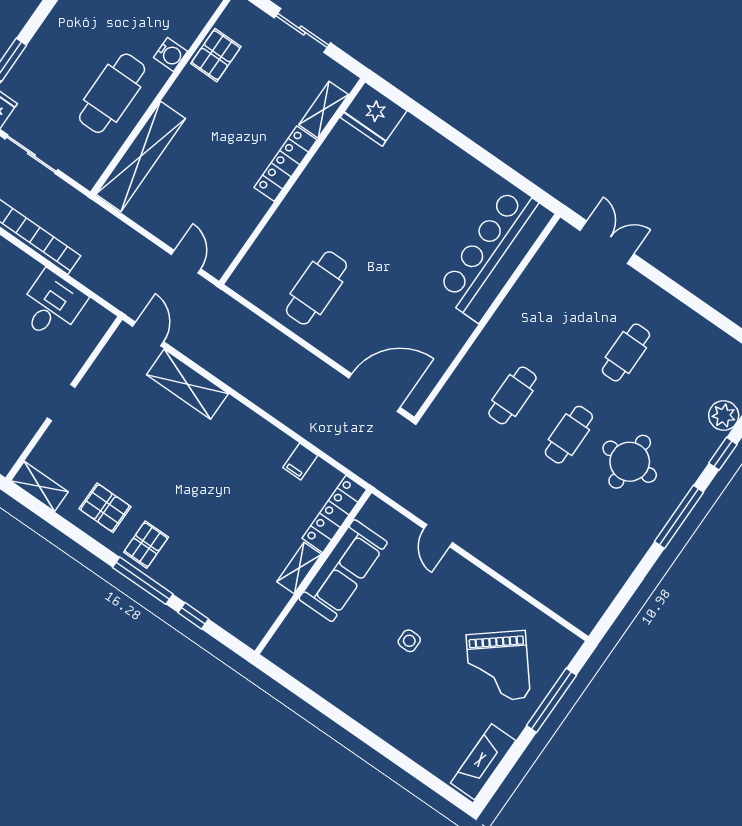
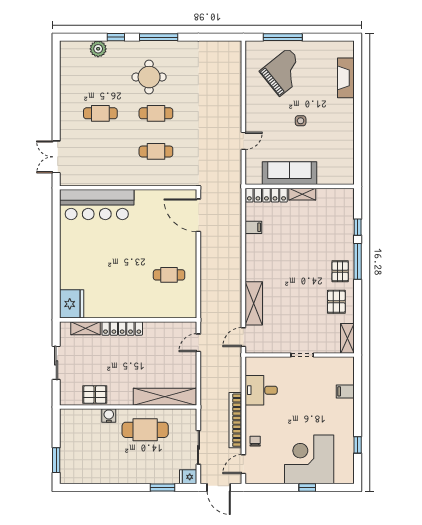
cafe table: (316, 288) -> (169, 275), width x0.73, depth x0.74
pallet: (146, 545) -> (340, 271), turned 90
fireplace: (483, 762) -> (346, 78), moved, turned 90

